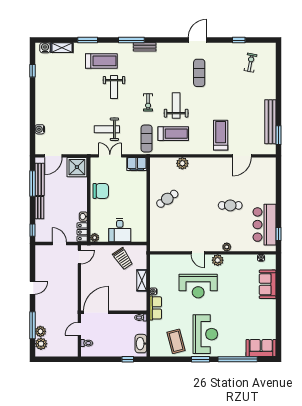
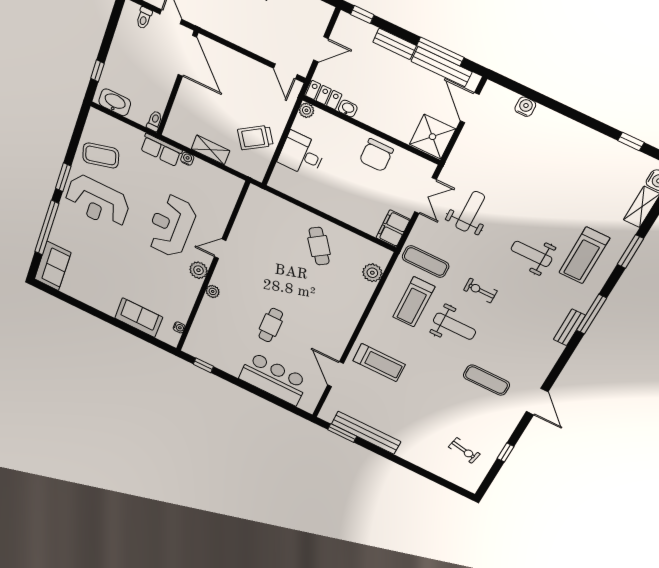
plant: (182, 163) -> (372, 273), moved
bar counter: (265, 225) -> (274, 379), moved

